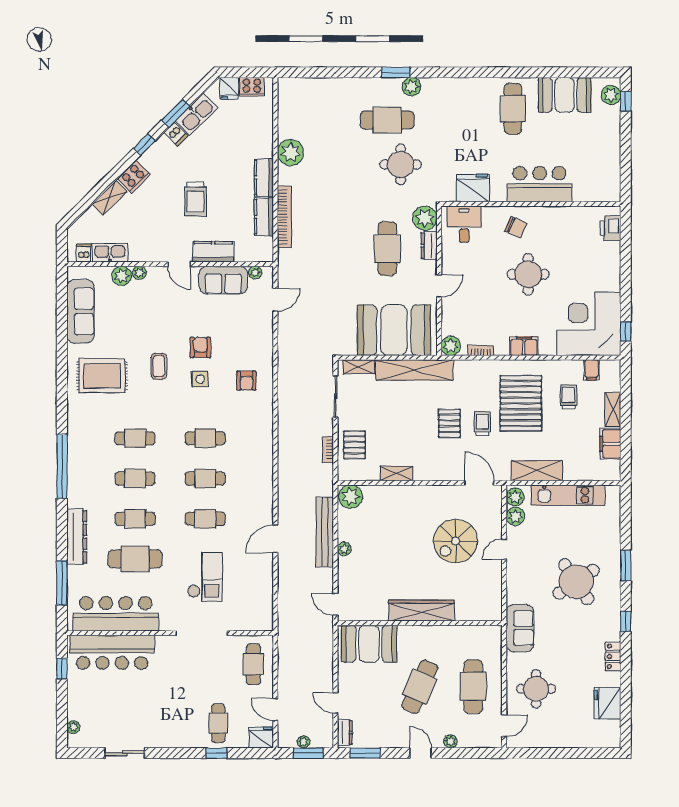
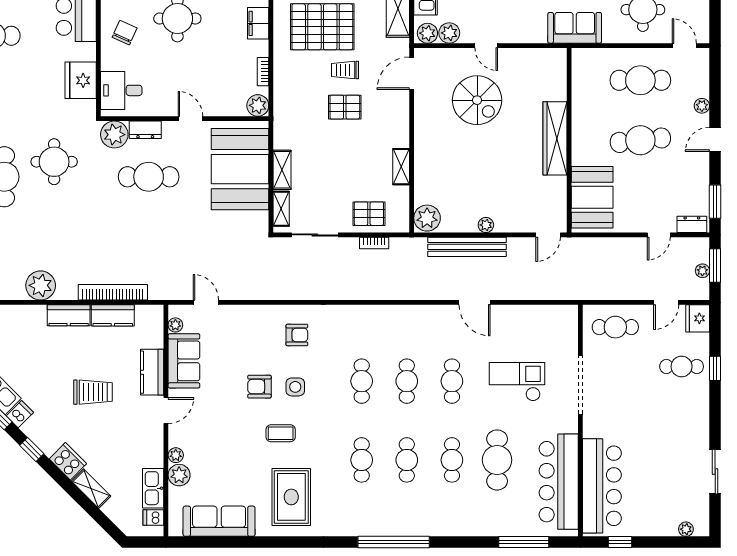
shelving: (414, 370) -> (282, 170), width x0.45, depth x0.75
dresser: (77, 537) -> (472, 525), removed
cafe table: (420, 687) -> (640, 140), turned -30

